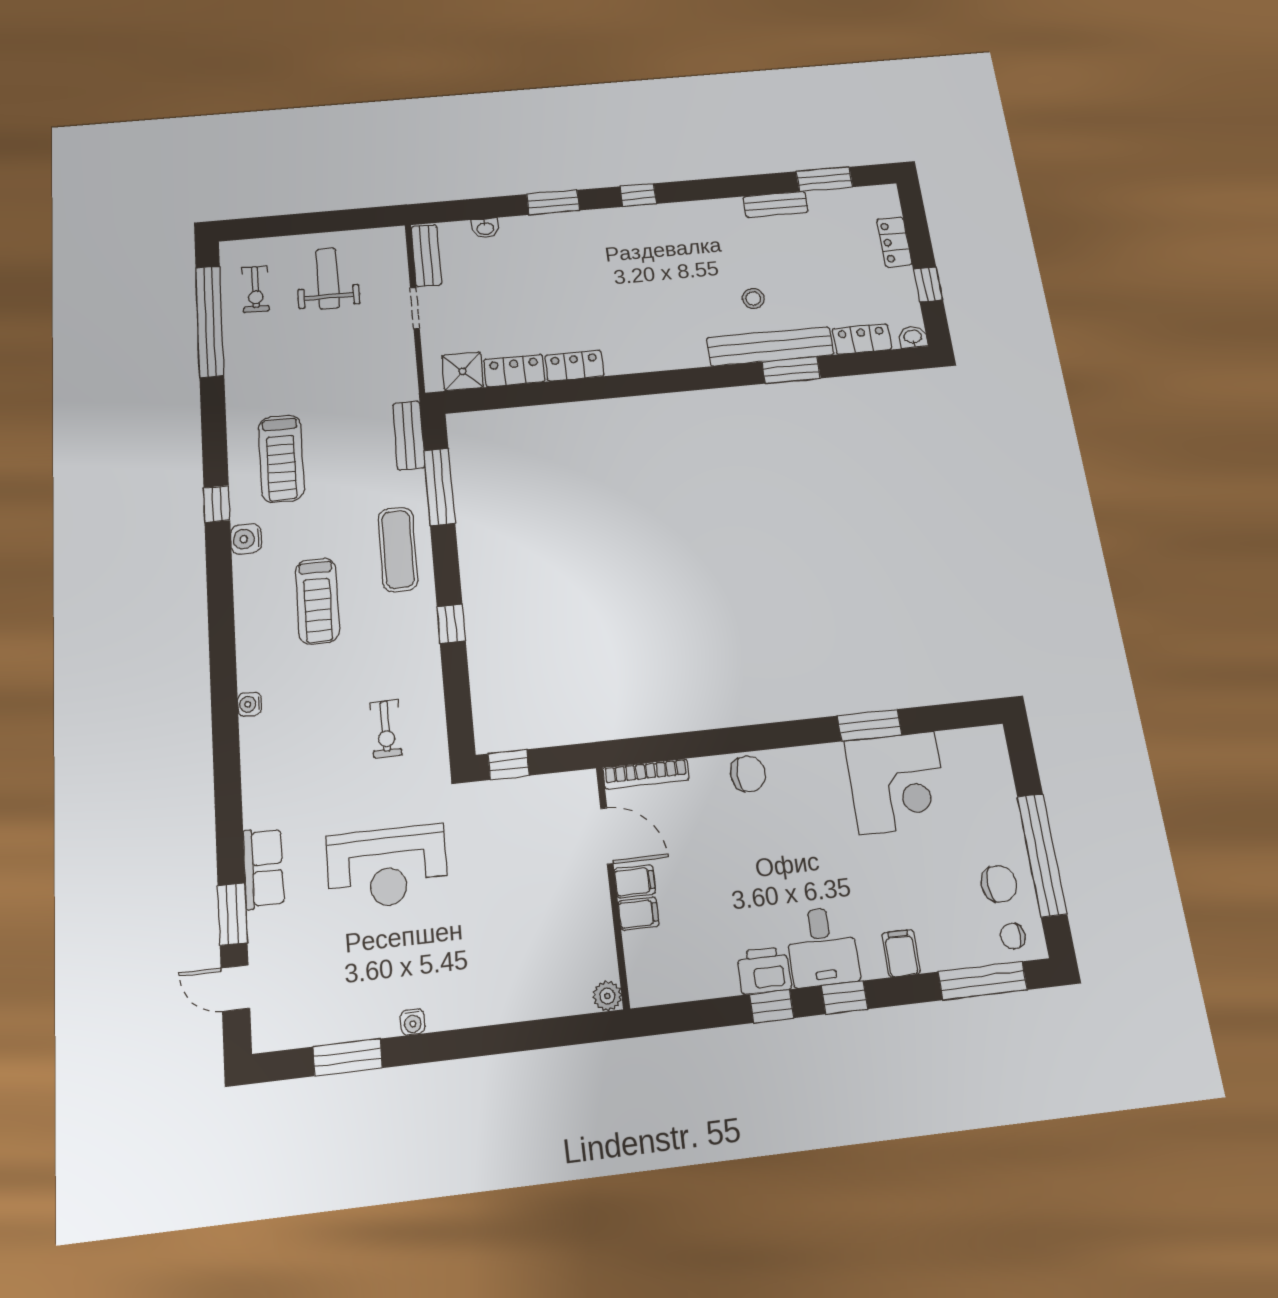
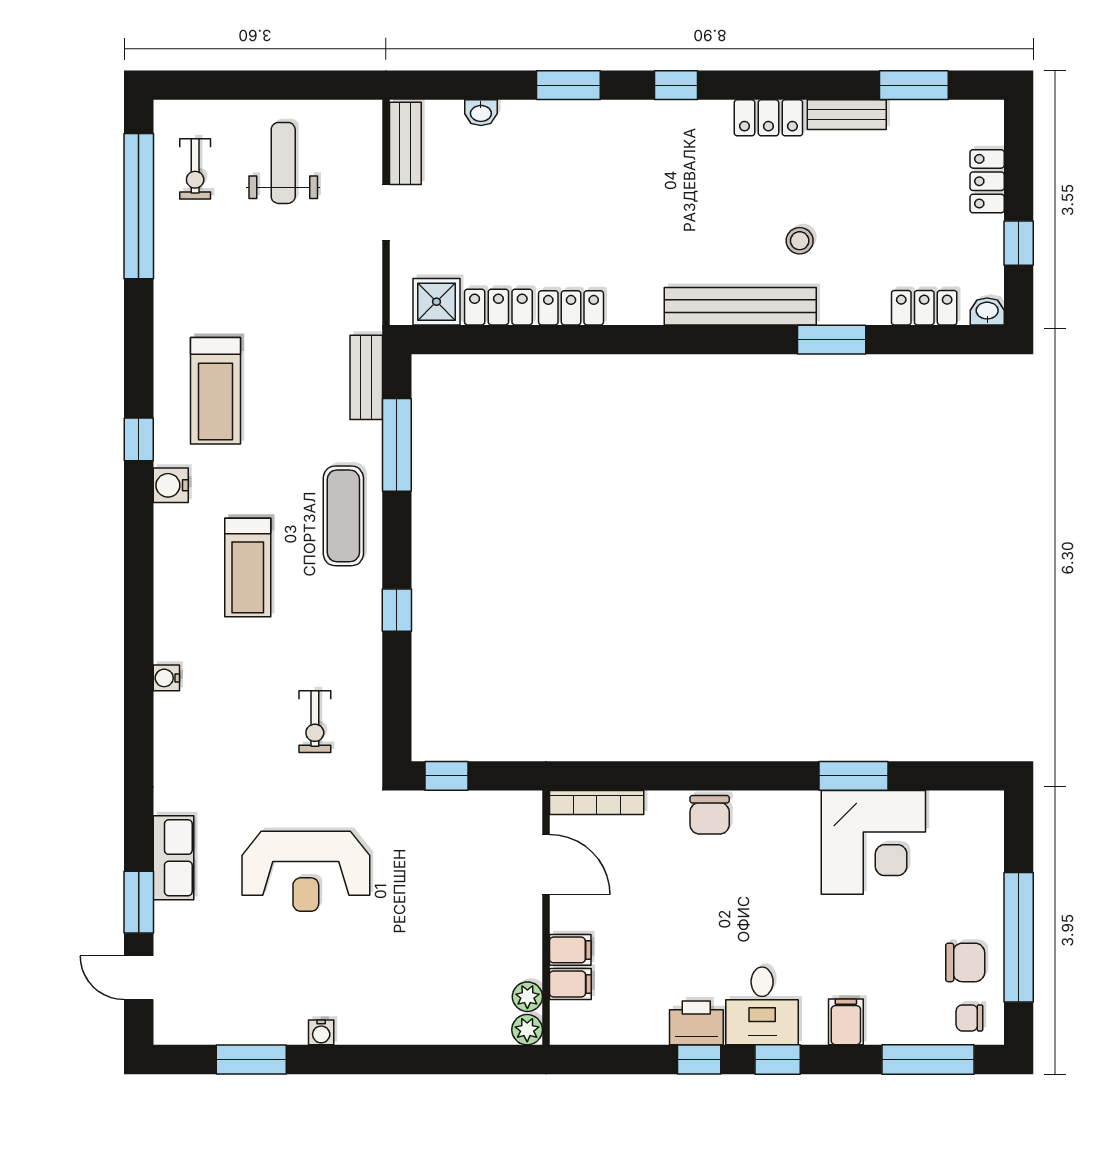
locker: (715, 212) -> (768, 118), added
bench: (770, 346) -> (740, 306), moved
chair: (748, 774) -> (710, 815), turned 93
filing cabinet: (635, 881) -> (570, 984), moved
plant: (604, 964) -> (527, 997), added

